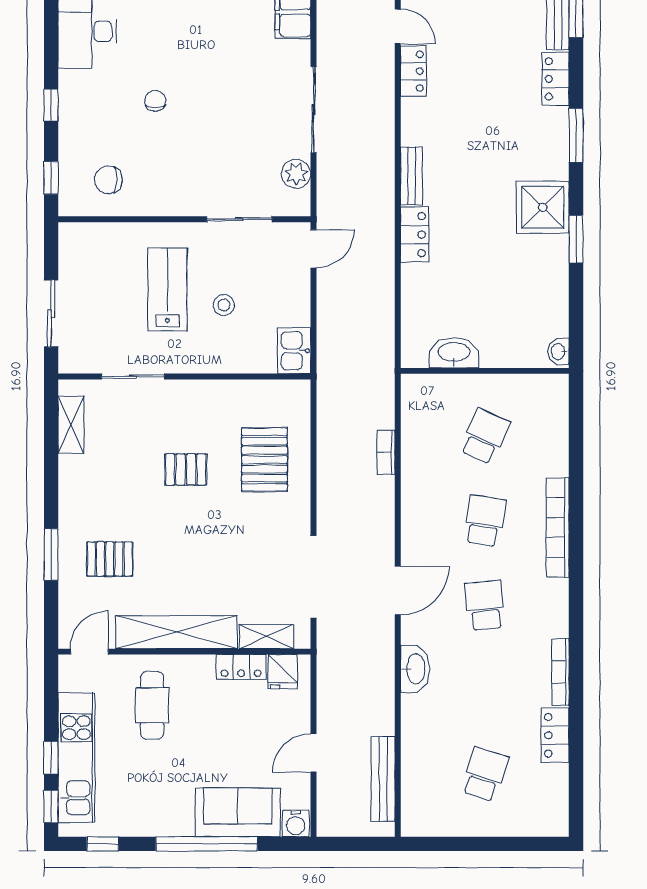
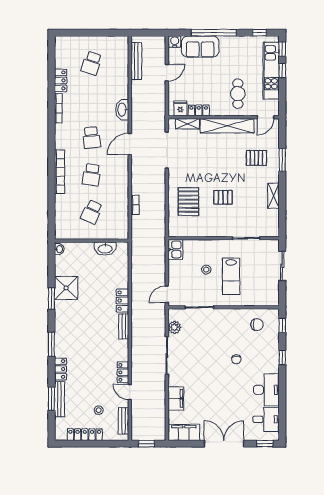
shower: (543, 207) -> (66, 288), moved
shelving: (71, 425) -> (273, 196), moved

